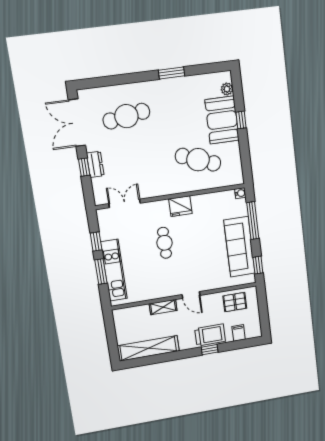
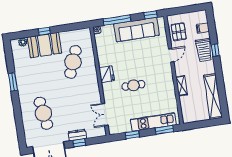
window: (101, 272) -> (164, 130), moved
door: (191, 295) -> (171, 55), moved
trolley: (210, 335) -> (204, 50), turned 180

